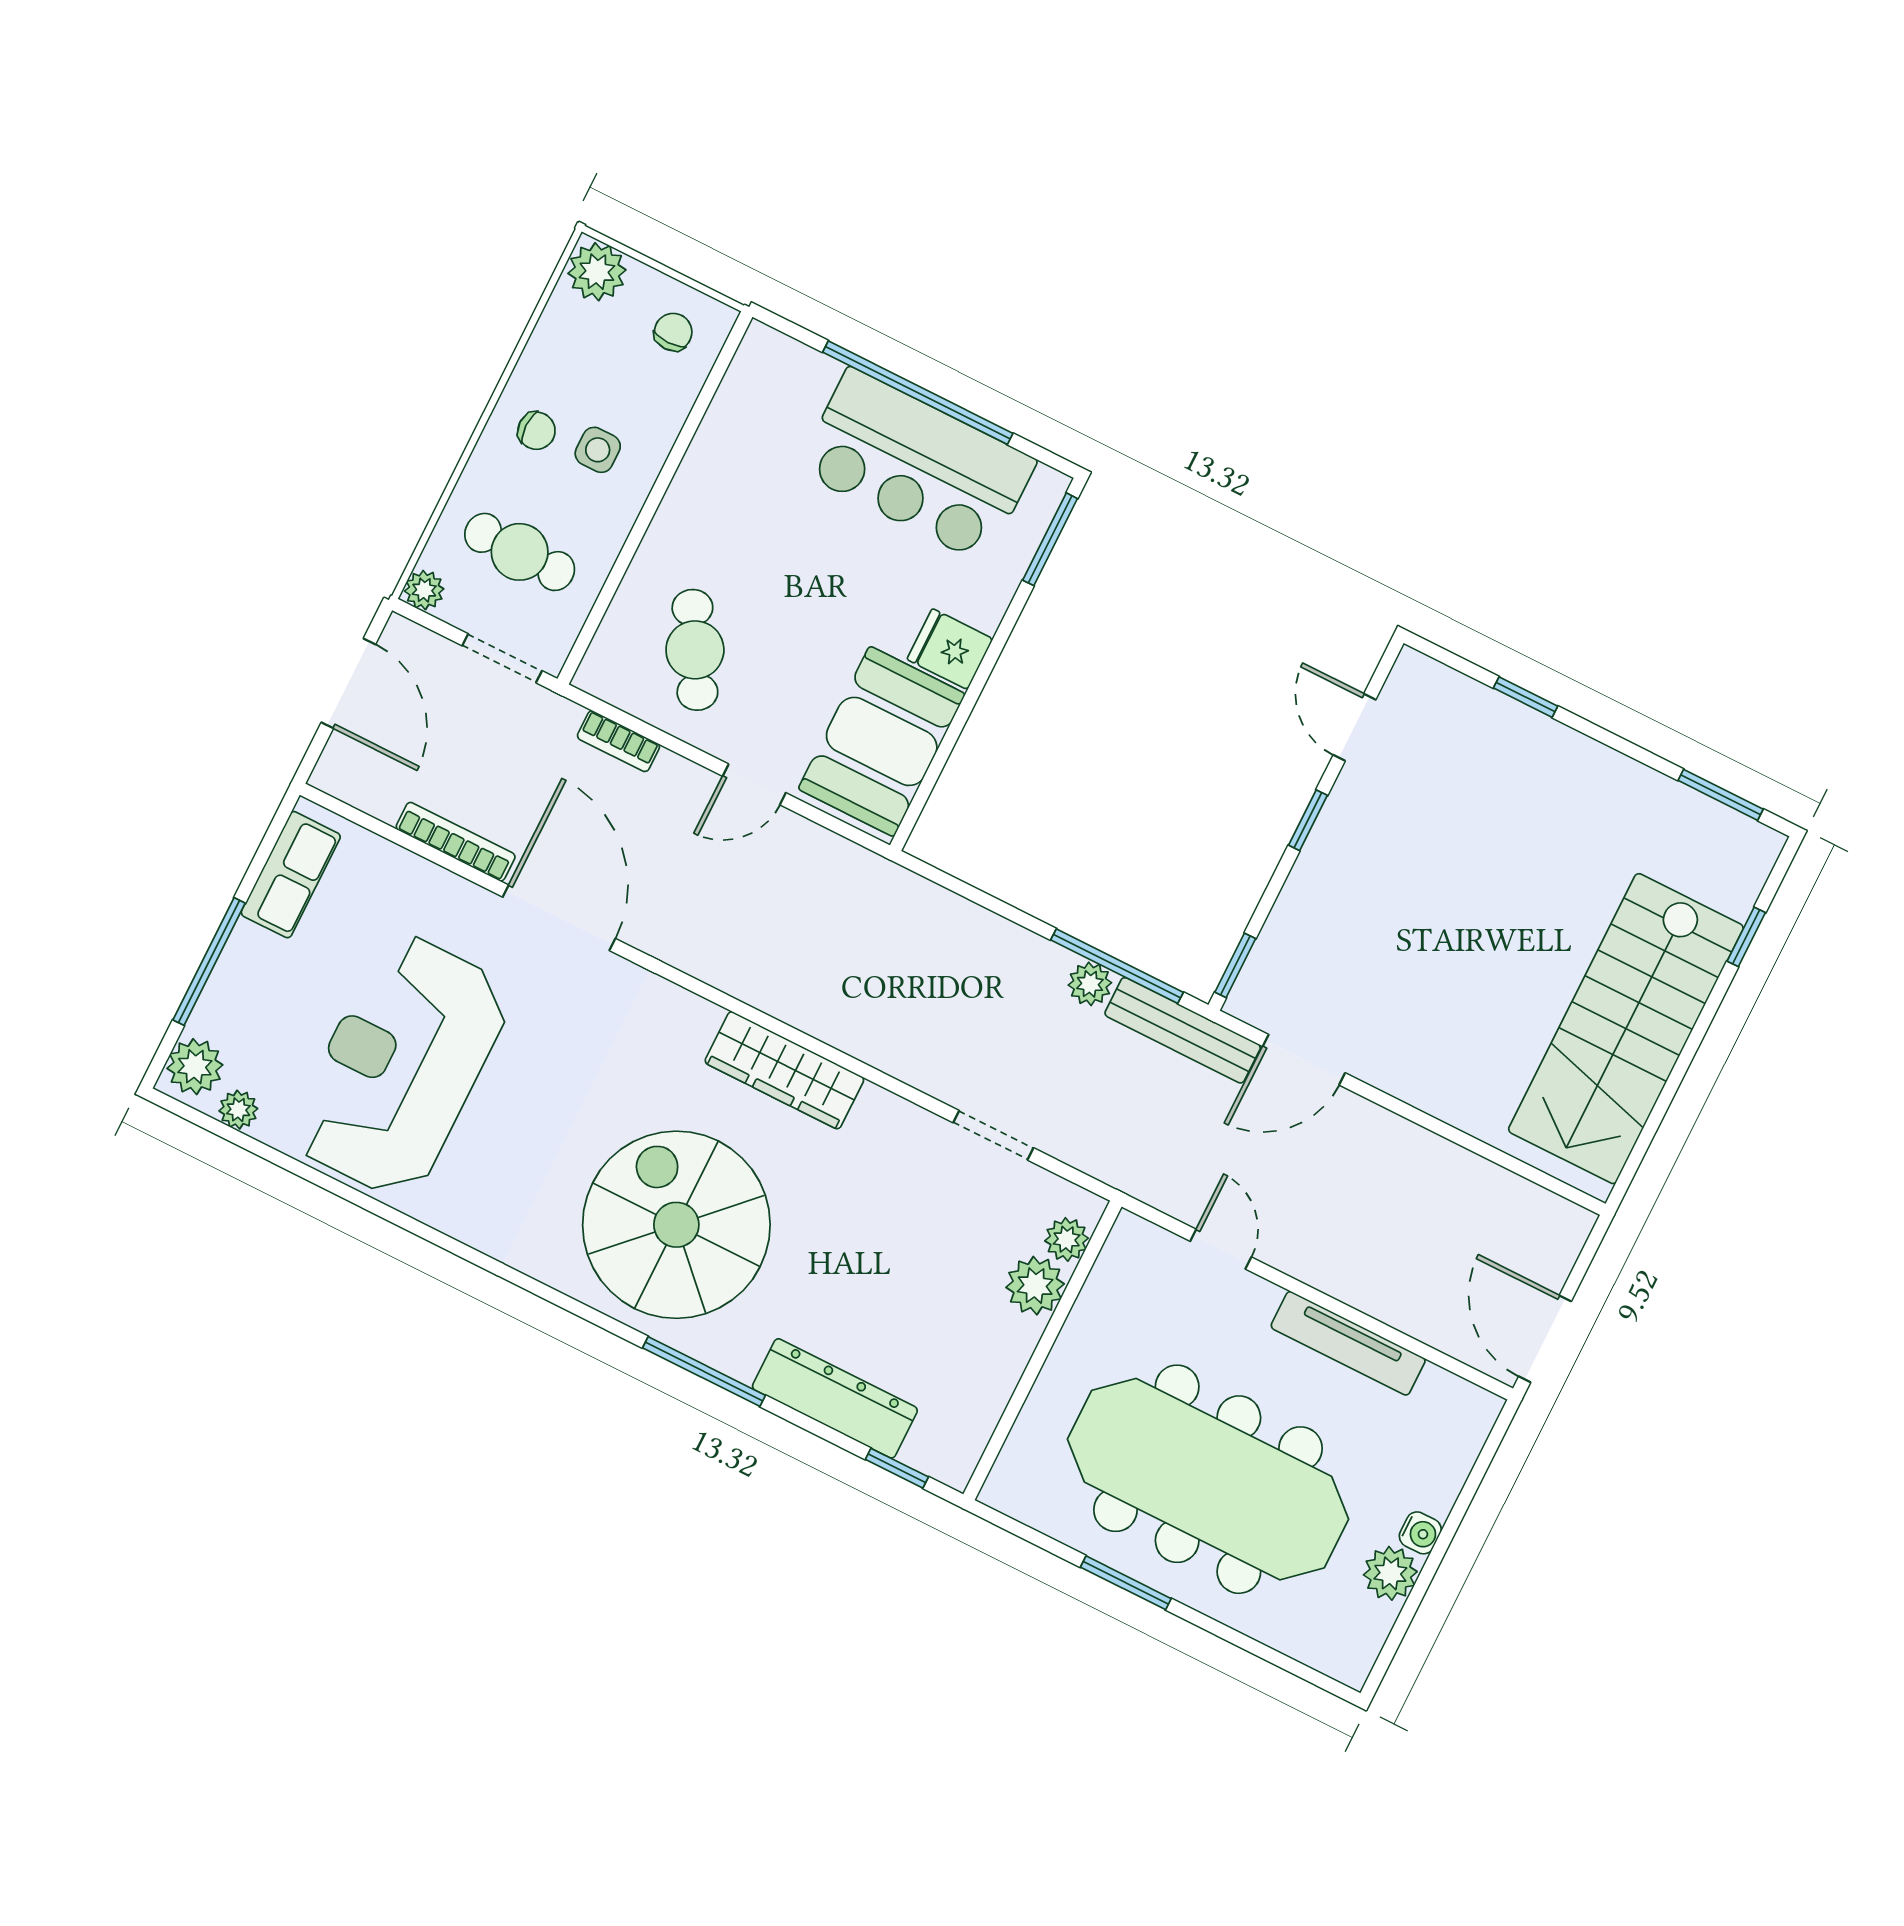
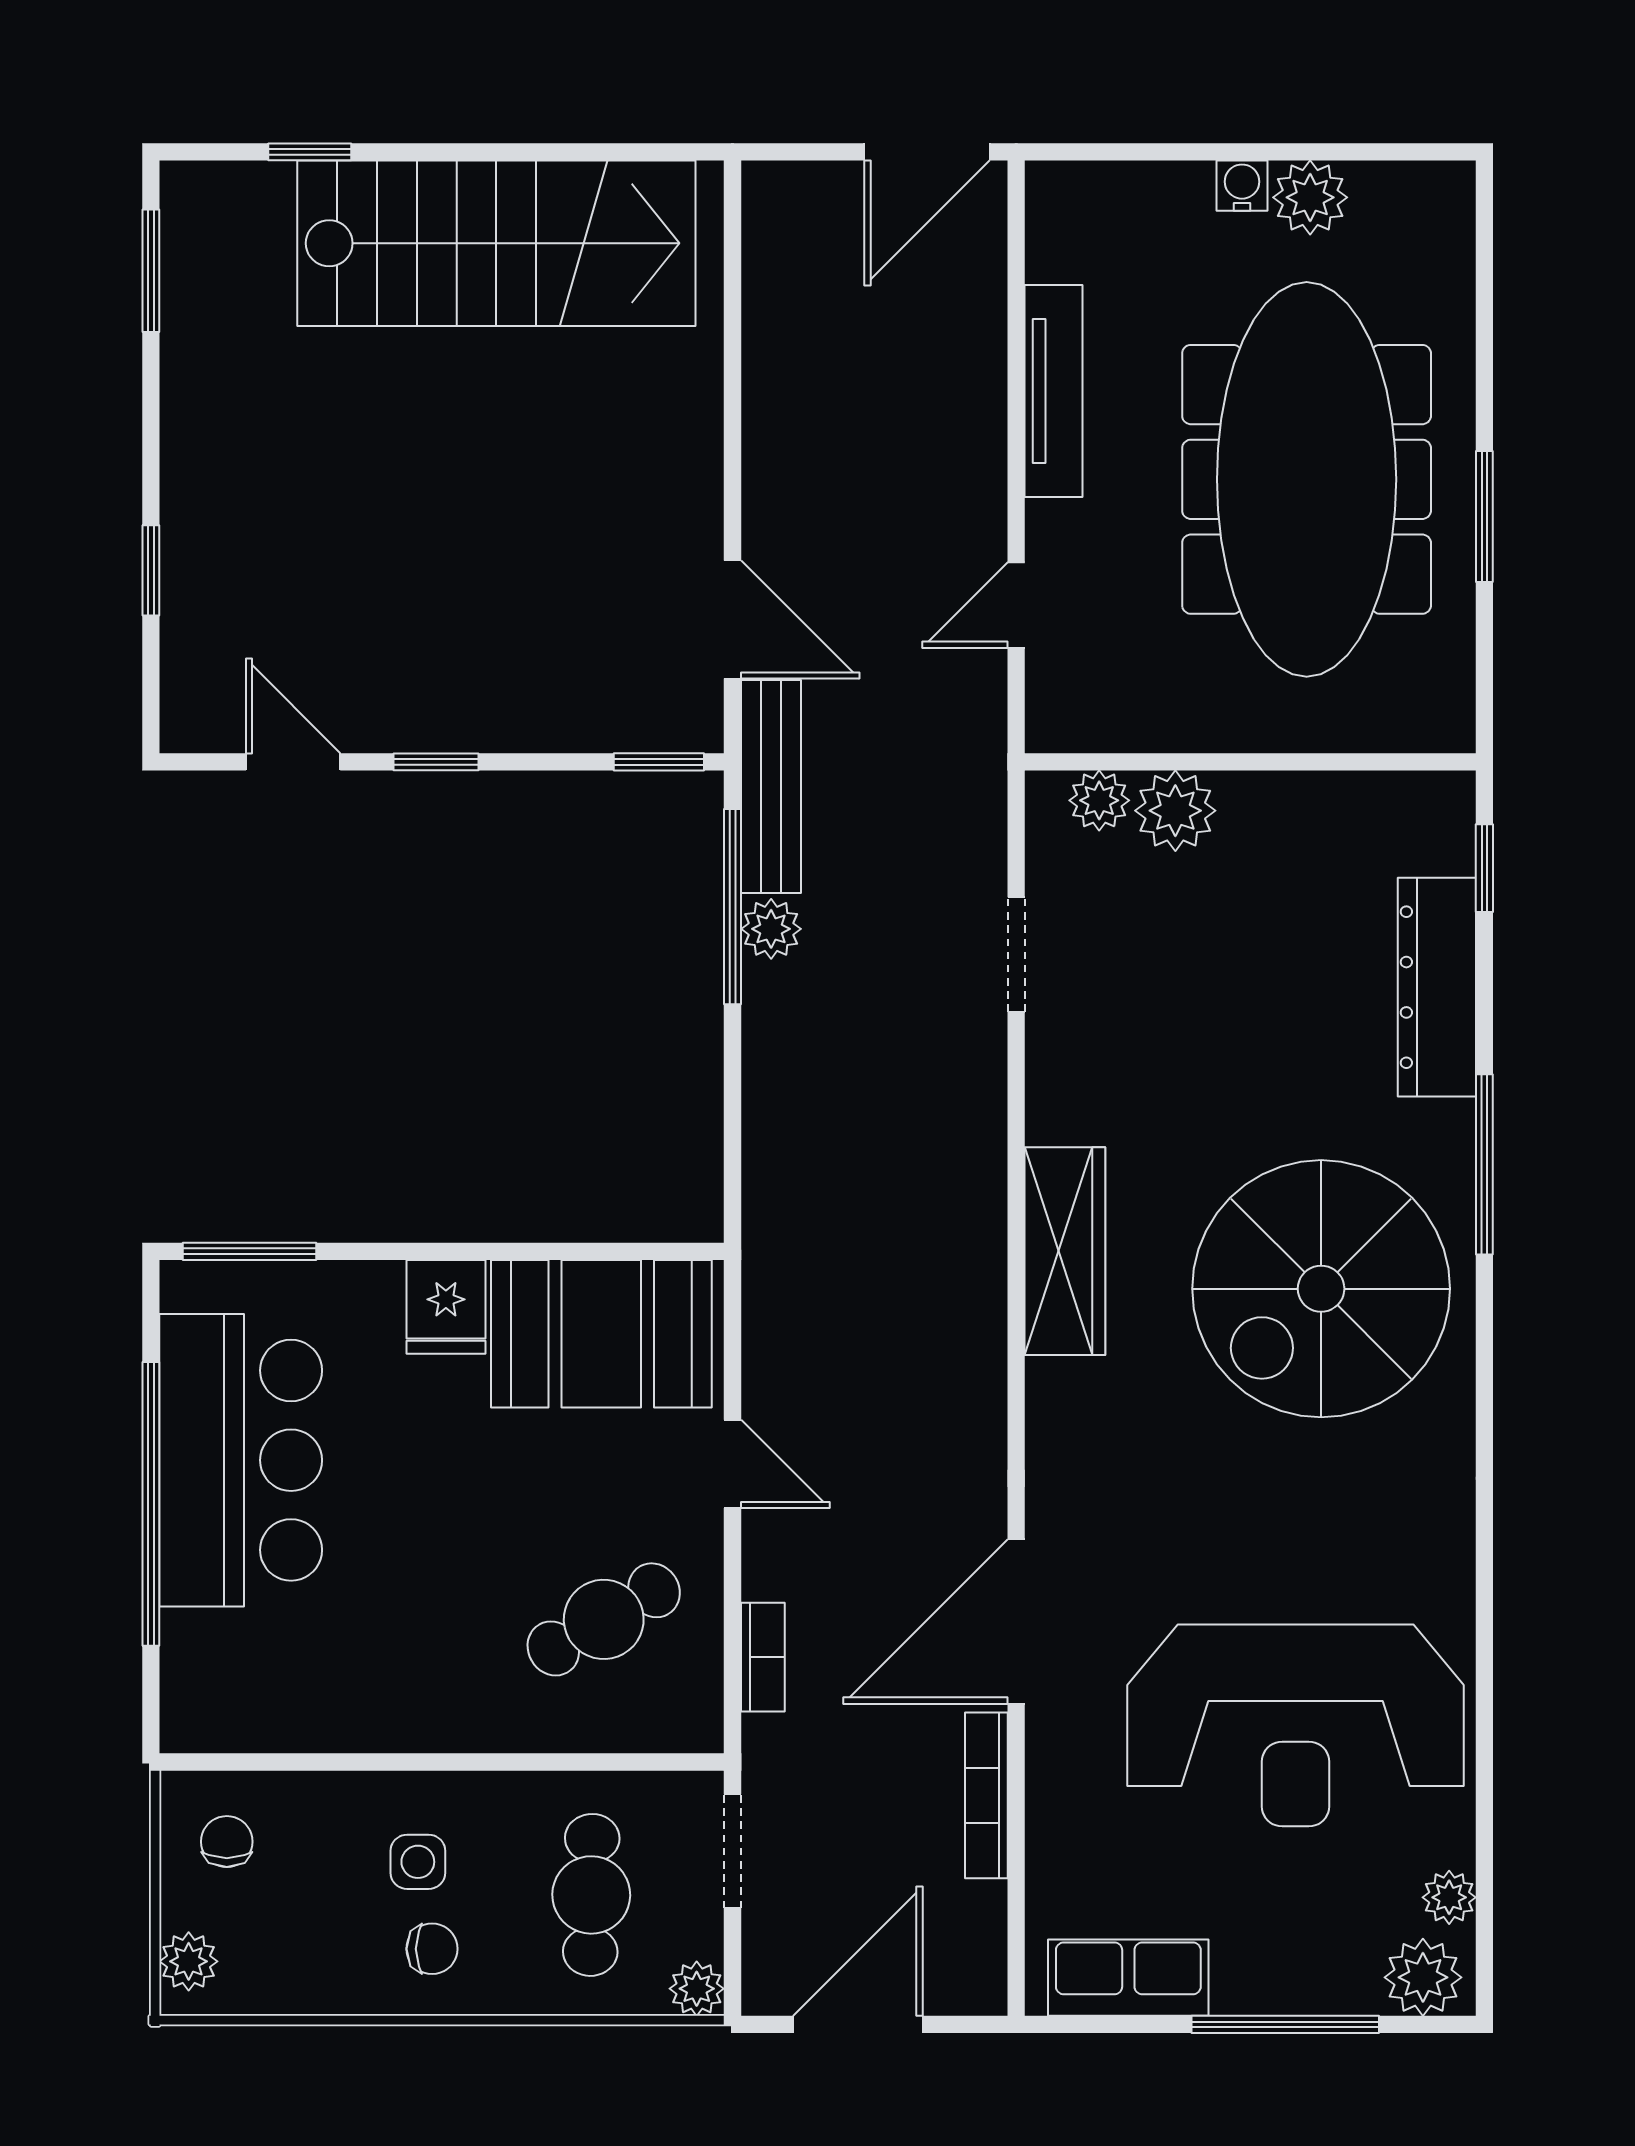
plant: (597, 272) -> (189, 1961), width x0.73, depth x0.73
chair: (673, 332) -> (227, 1842), turned 90
chair: (536, 431) -> (432, 1949), turned 90
door: (1354, 727) -> (293, 762), swing flipped

